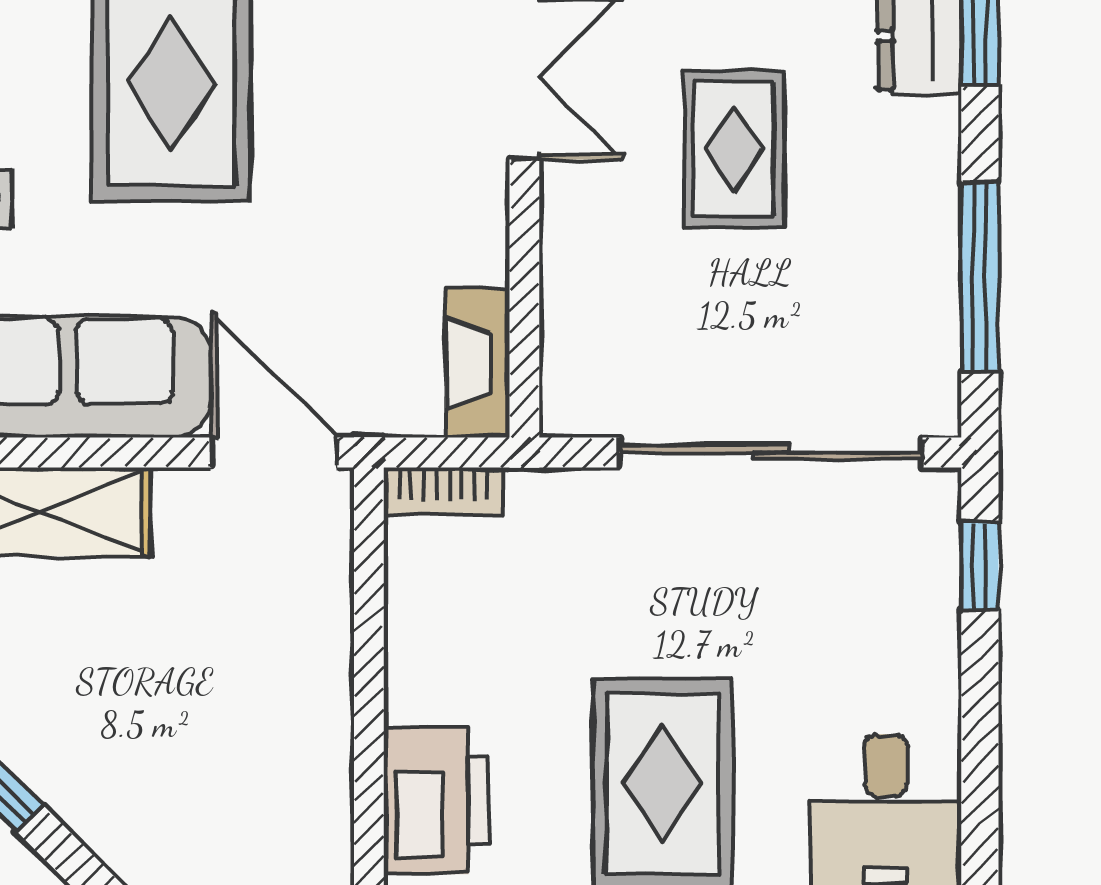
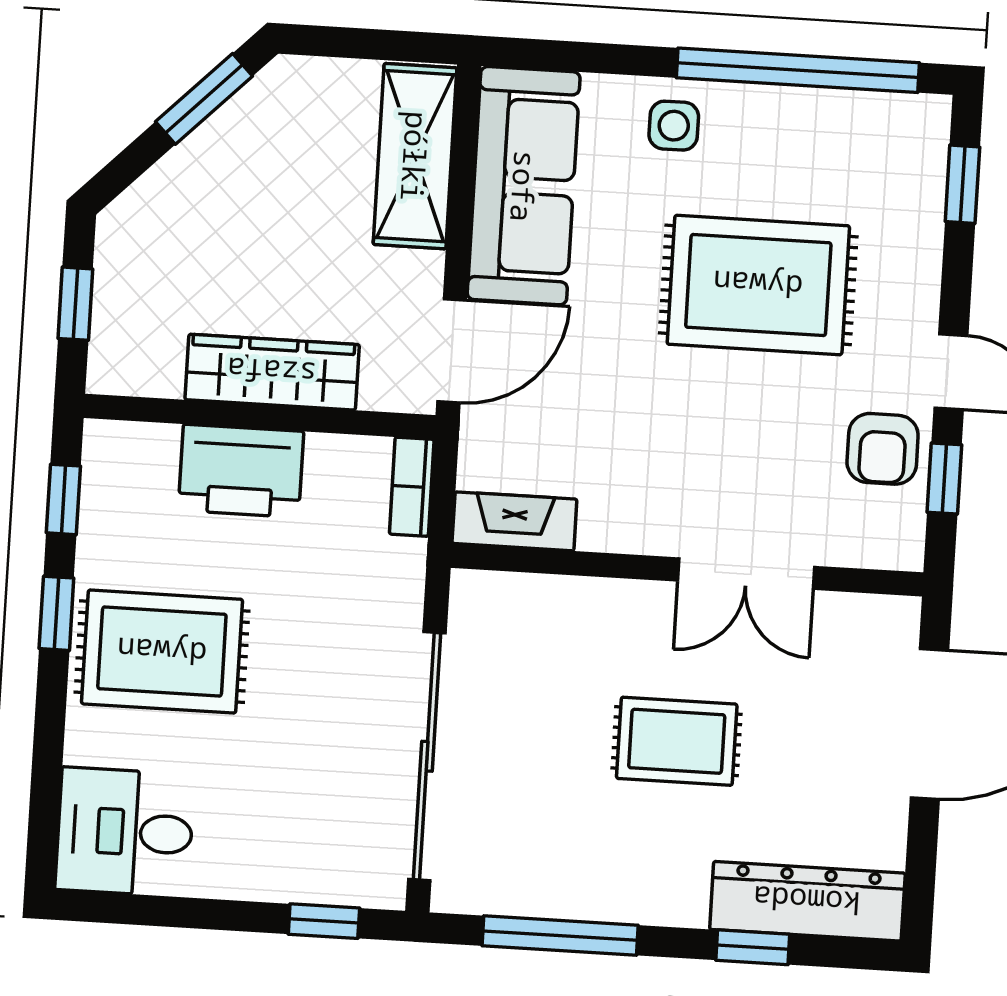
wardrobe: (314, 670) -> (272, 372), added
printer: (437, 801) -> (241, 471), moved

